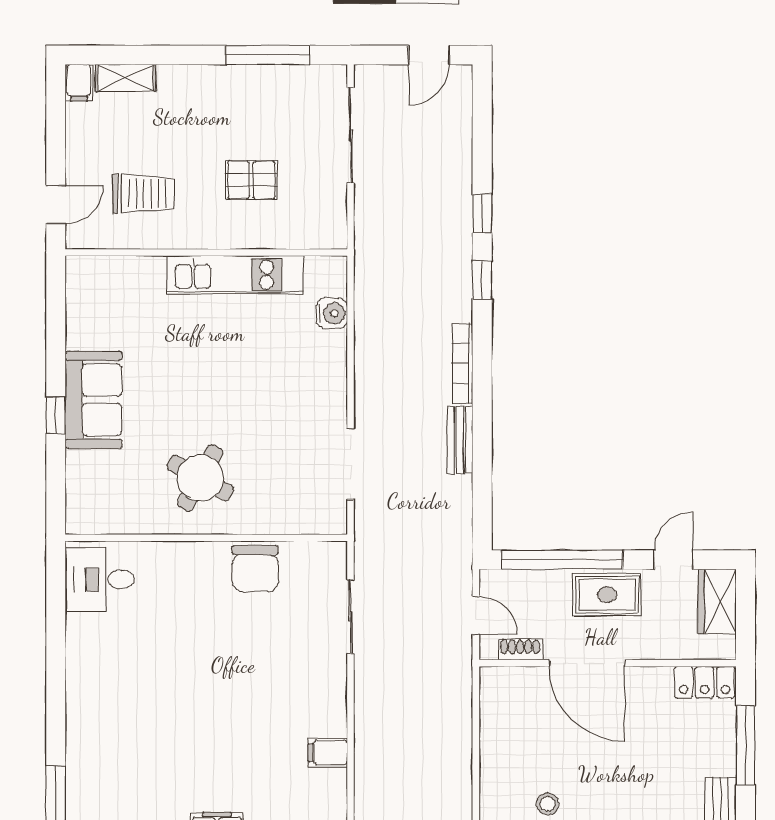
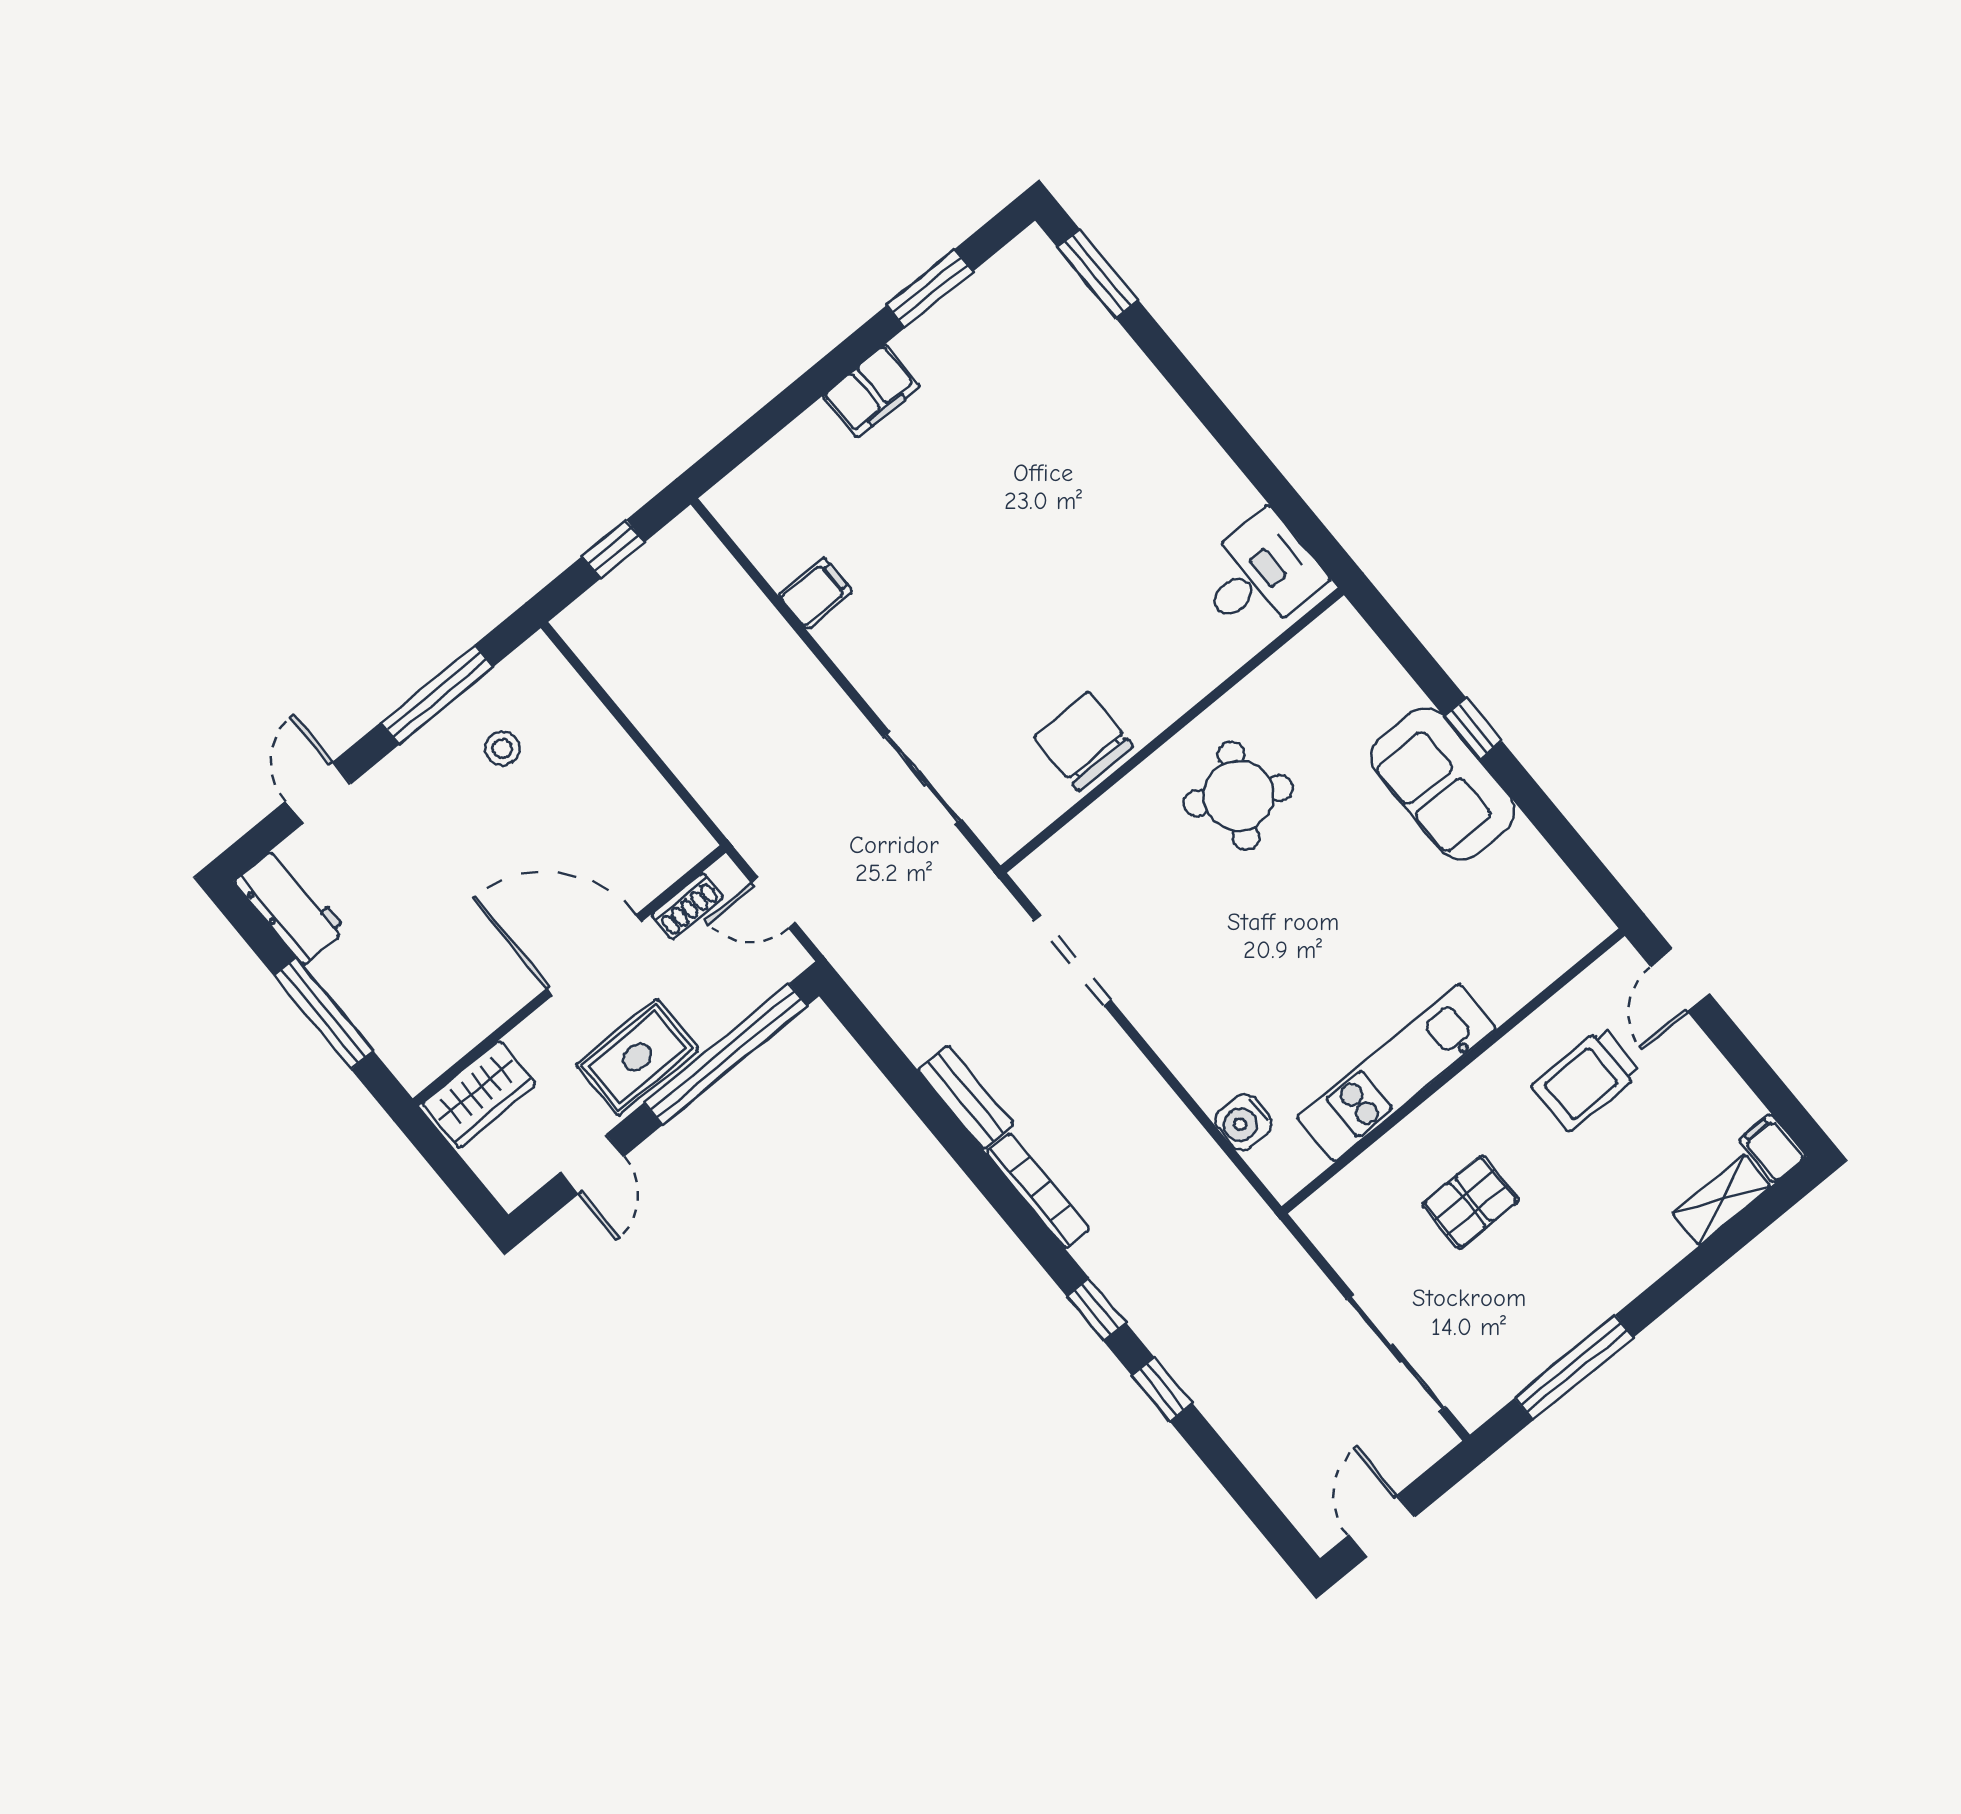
wardrobe: (717, 602) -> (479, 1094), moved, turned 90
locker: (705, 682) -> (435, 1048), removed

